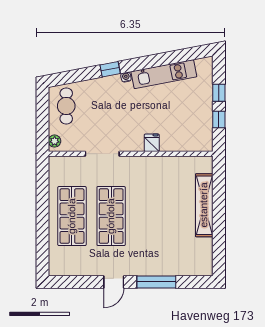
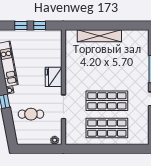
cafe table: (66, 106) -> (31, 114), moved
fridge: (152, 143) -> (54, 77), width x1.88, depth x1.34

